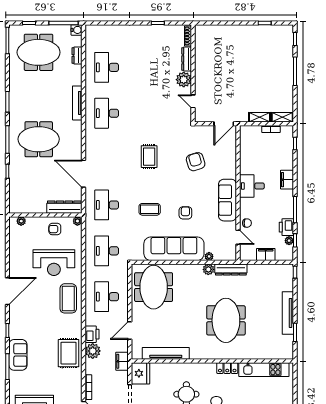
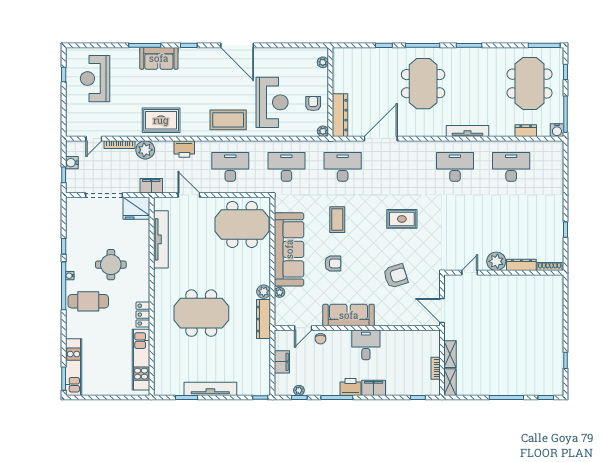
printer: (286, 227) -> (351, 387), moved
reception desk: (54, 263) -> (272, 102), turned 180
plant: (93, 351) -> (145, 150), moved

